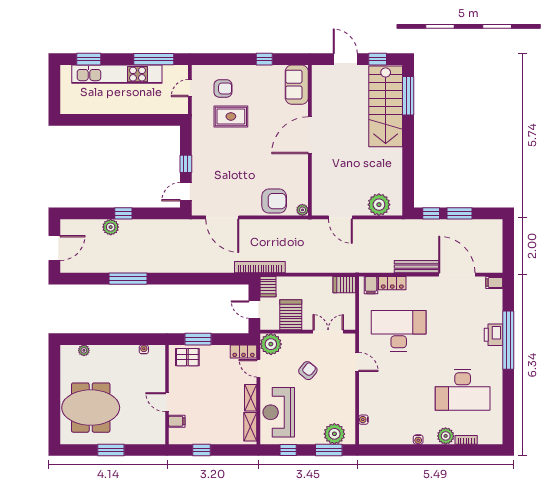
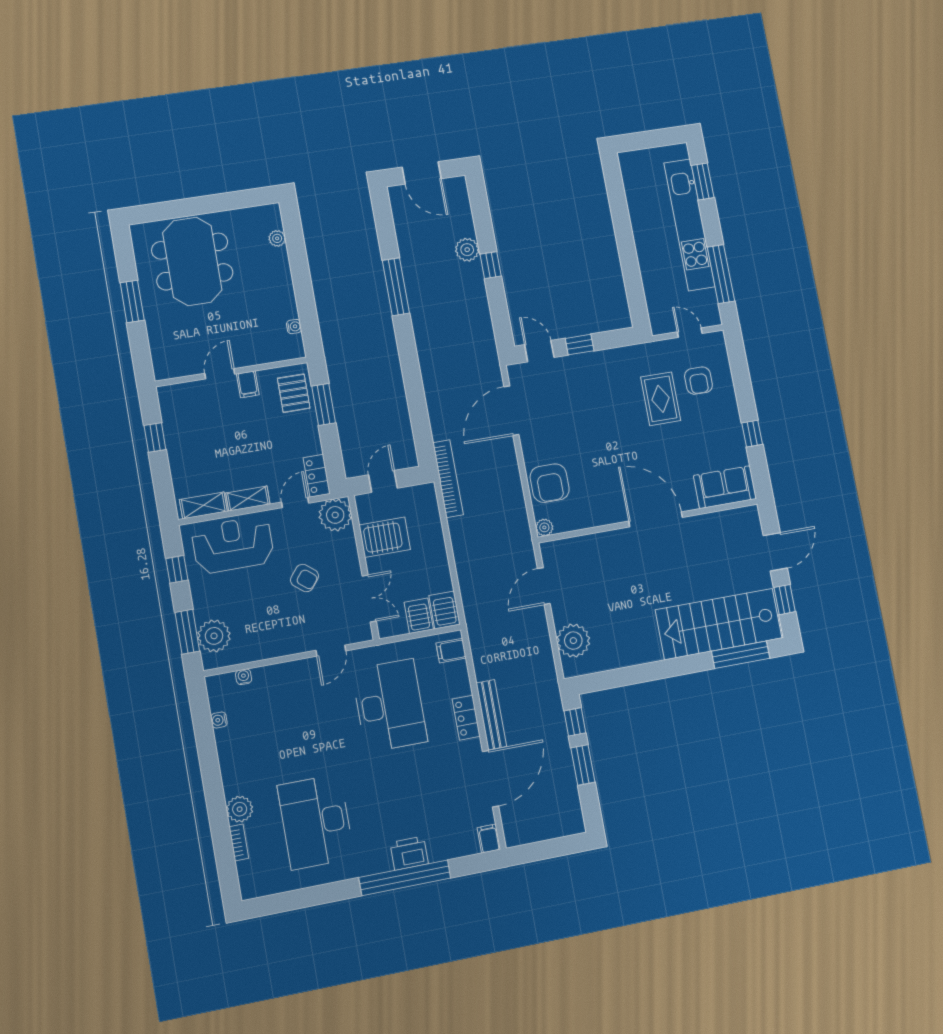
locker: (392, 283) -> (466, 718), moved
server rack: (268, 287) -> (419, 616), moved, turned 90
filing cabinet: (177, 421) -> (248, 384), moved
water cooler: (418, 440) -> (219, 720), moved

